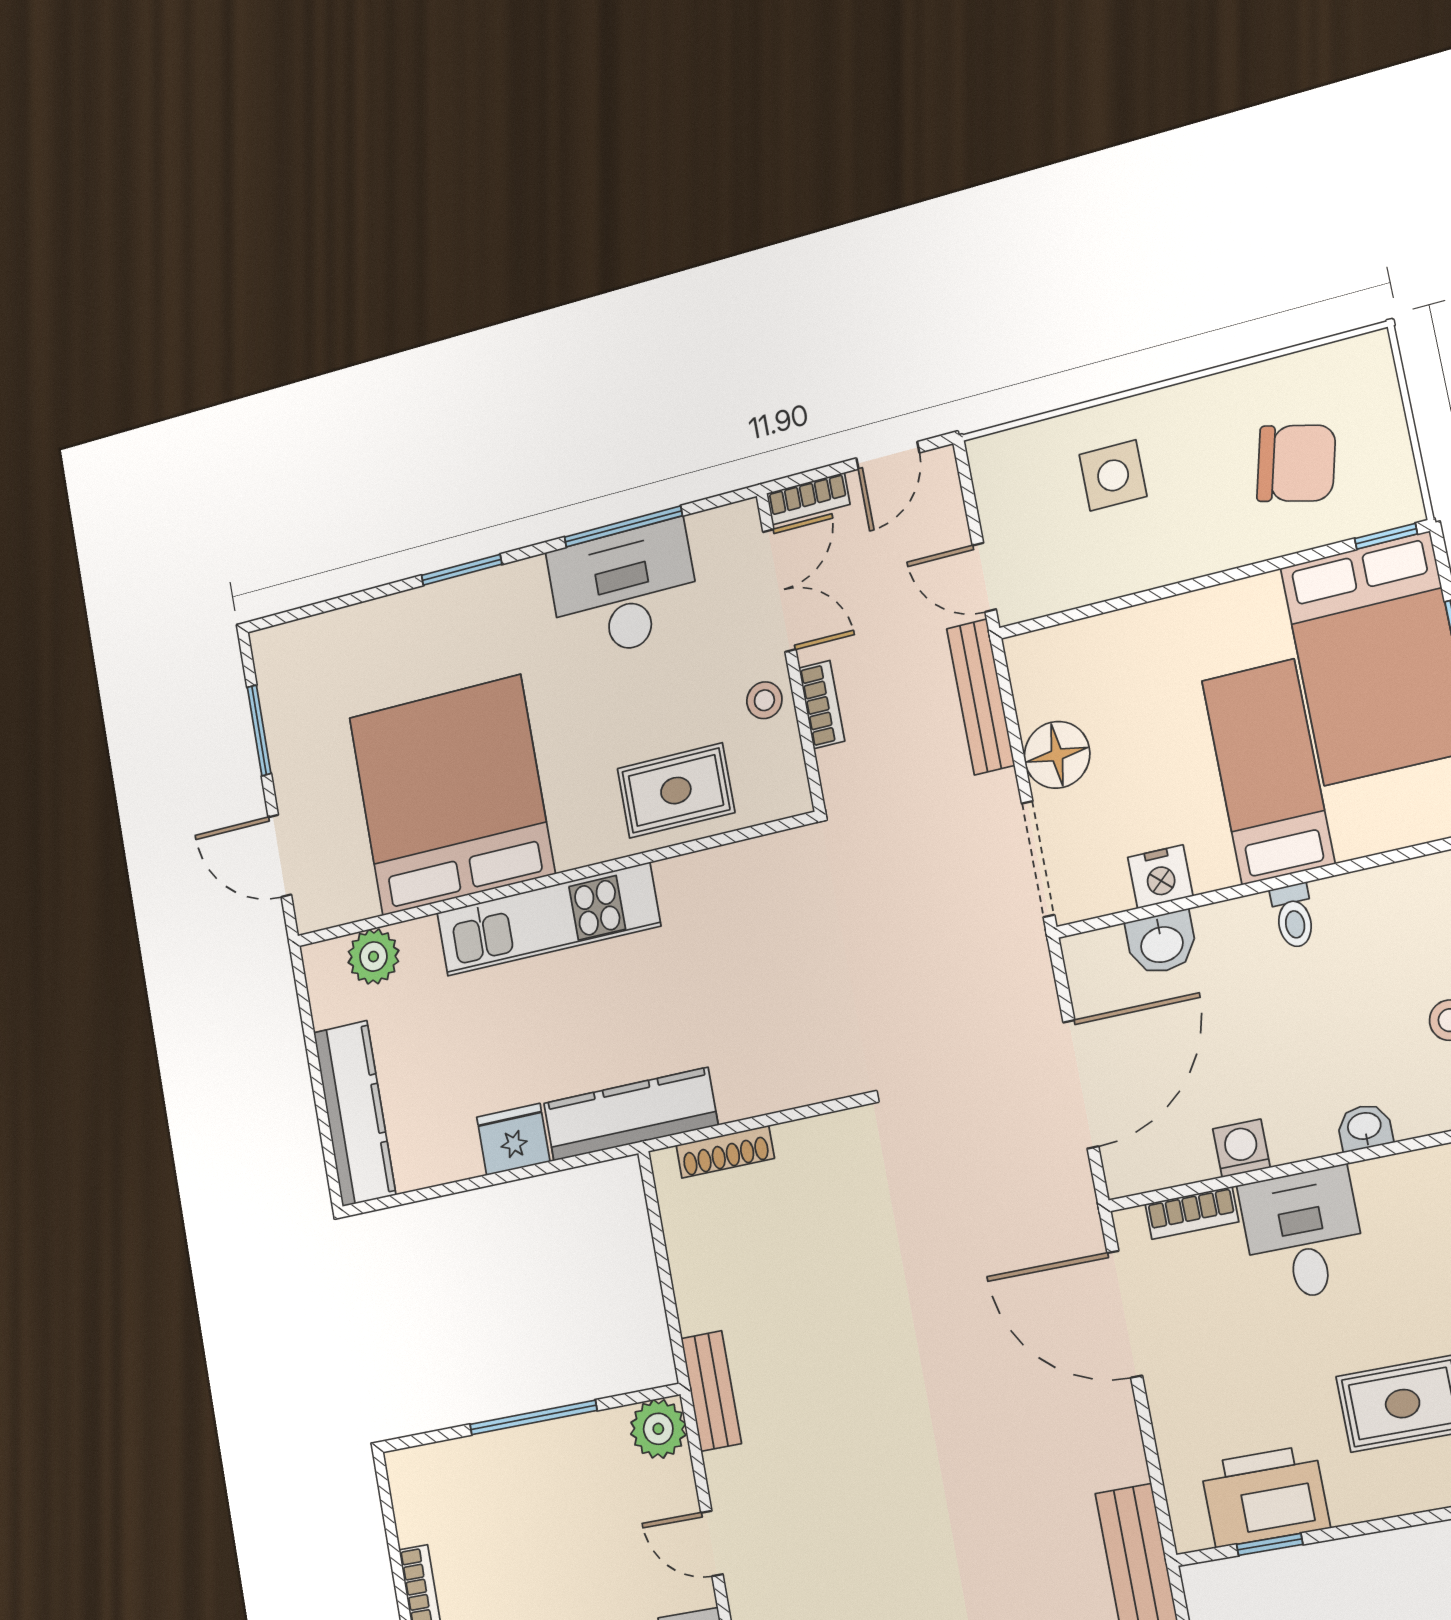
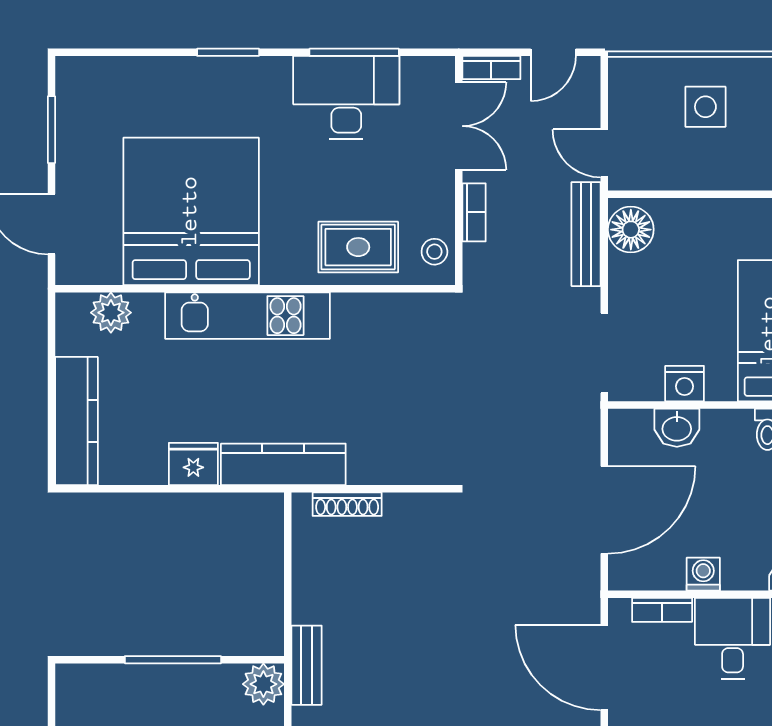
stool: (764, 700) -> (434, 252), moved
floor lamp: (1057, 755) -> (631, 230), moved

